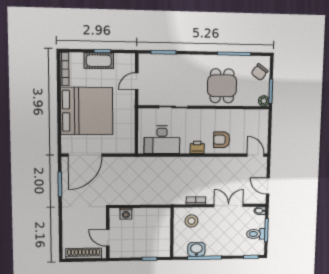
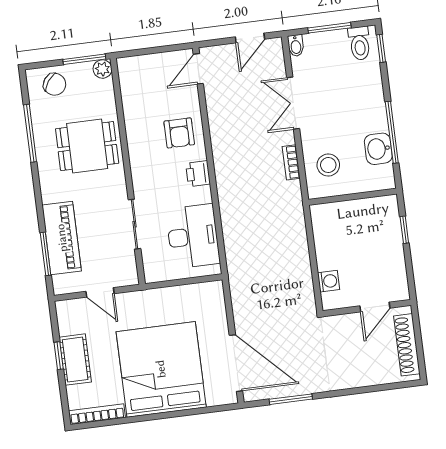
piano: (171, 63) -> (62, 238), added
toilet: (256, 234) -> (360, 43), moved

